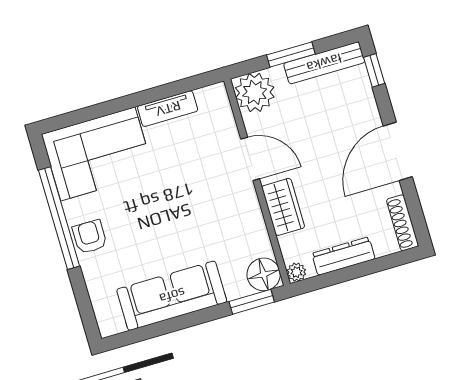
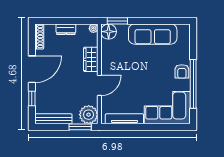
window: (291, 54) -> (80, 127), moved
window: (374, 70) -> (32, 99), moved
tv unit: (168, 109) -> (124, 119), width x1.41
door: (250, 159) -> (99, 85), swing flipped
dresser: (343, 256) -> (66, 29), width x0.70

